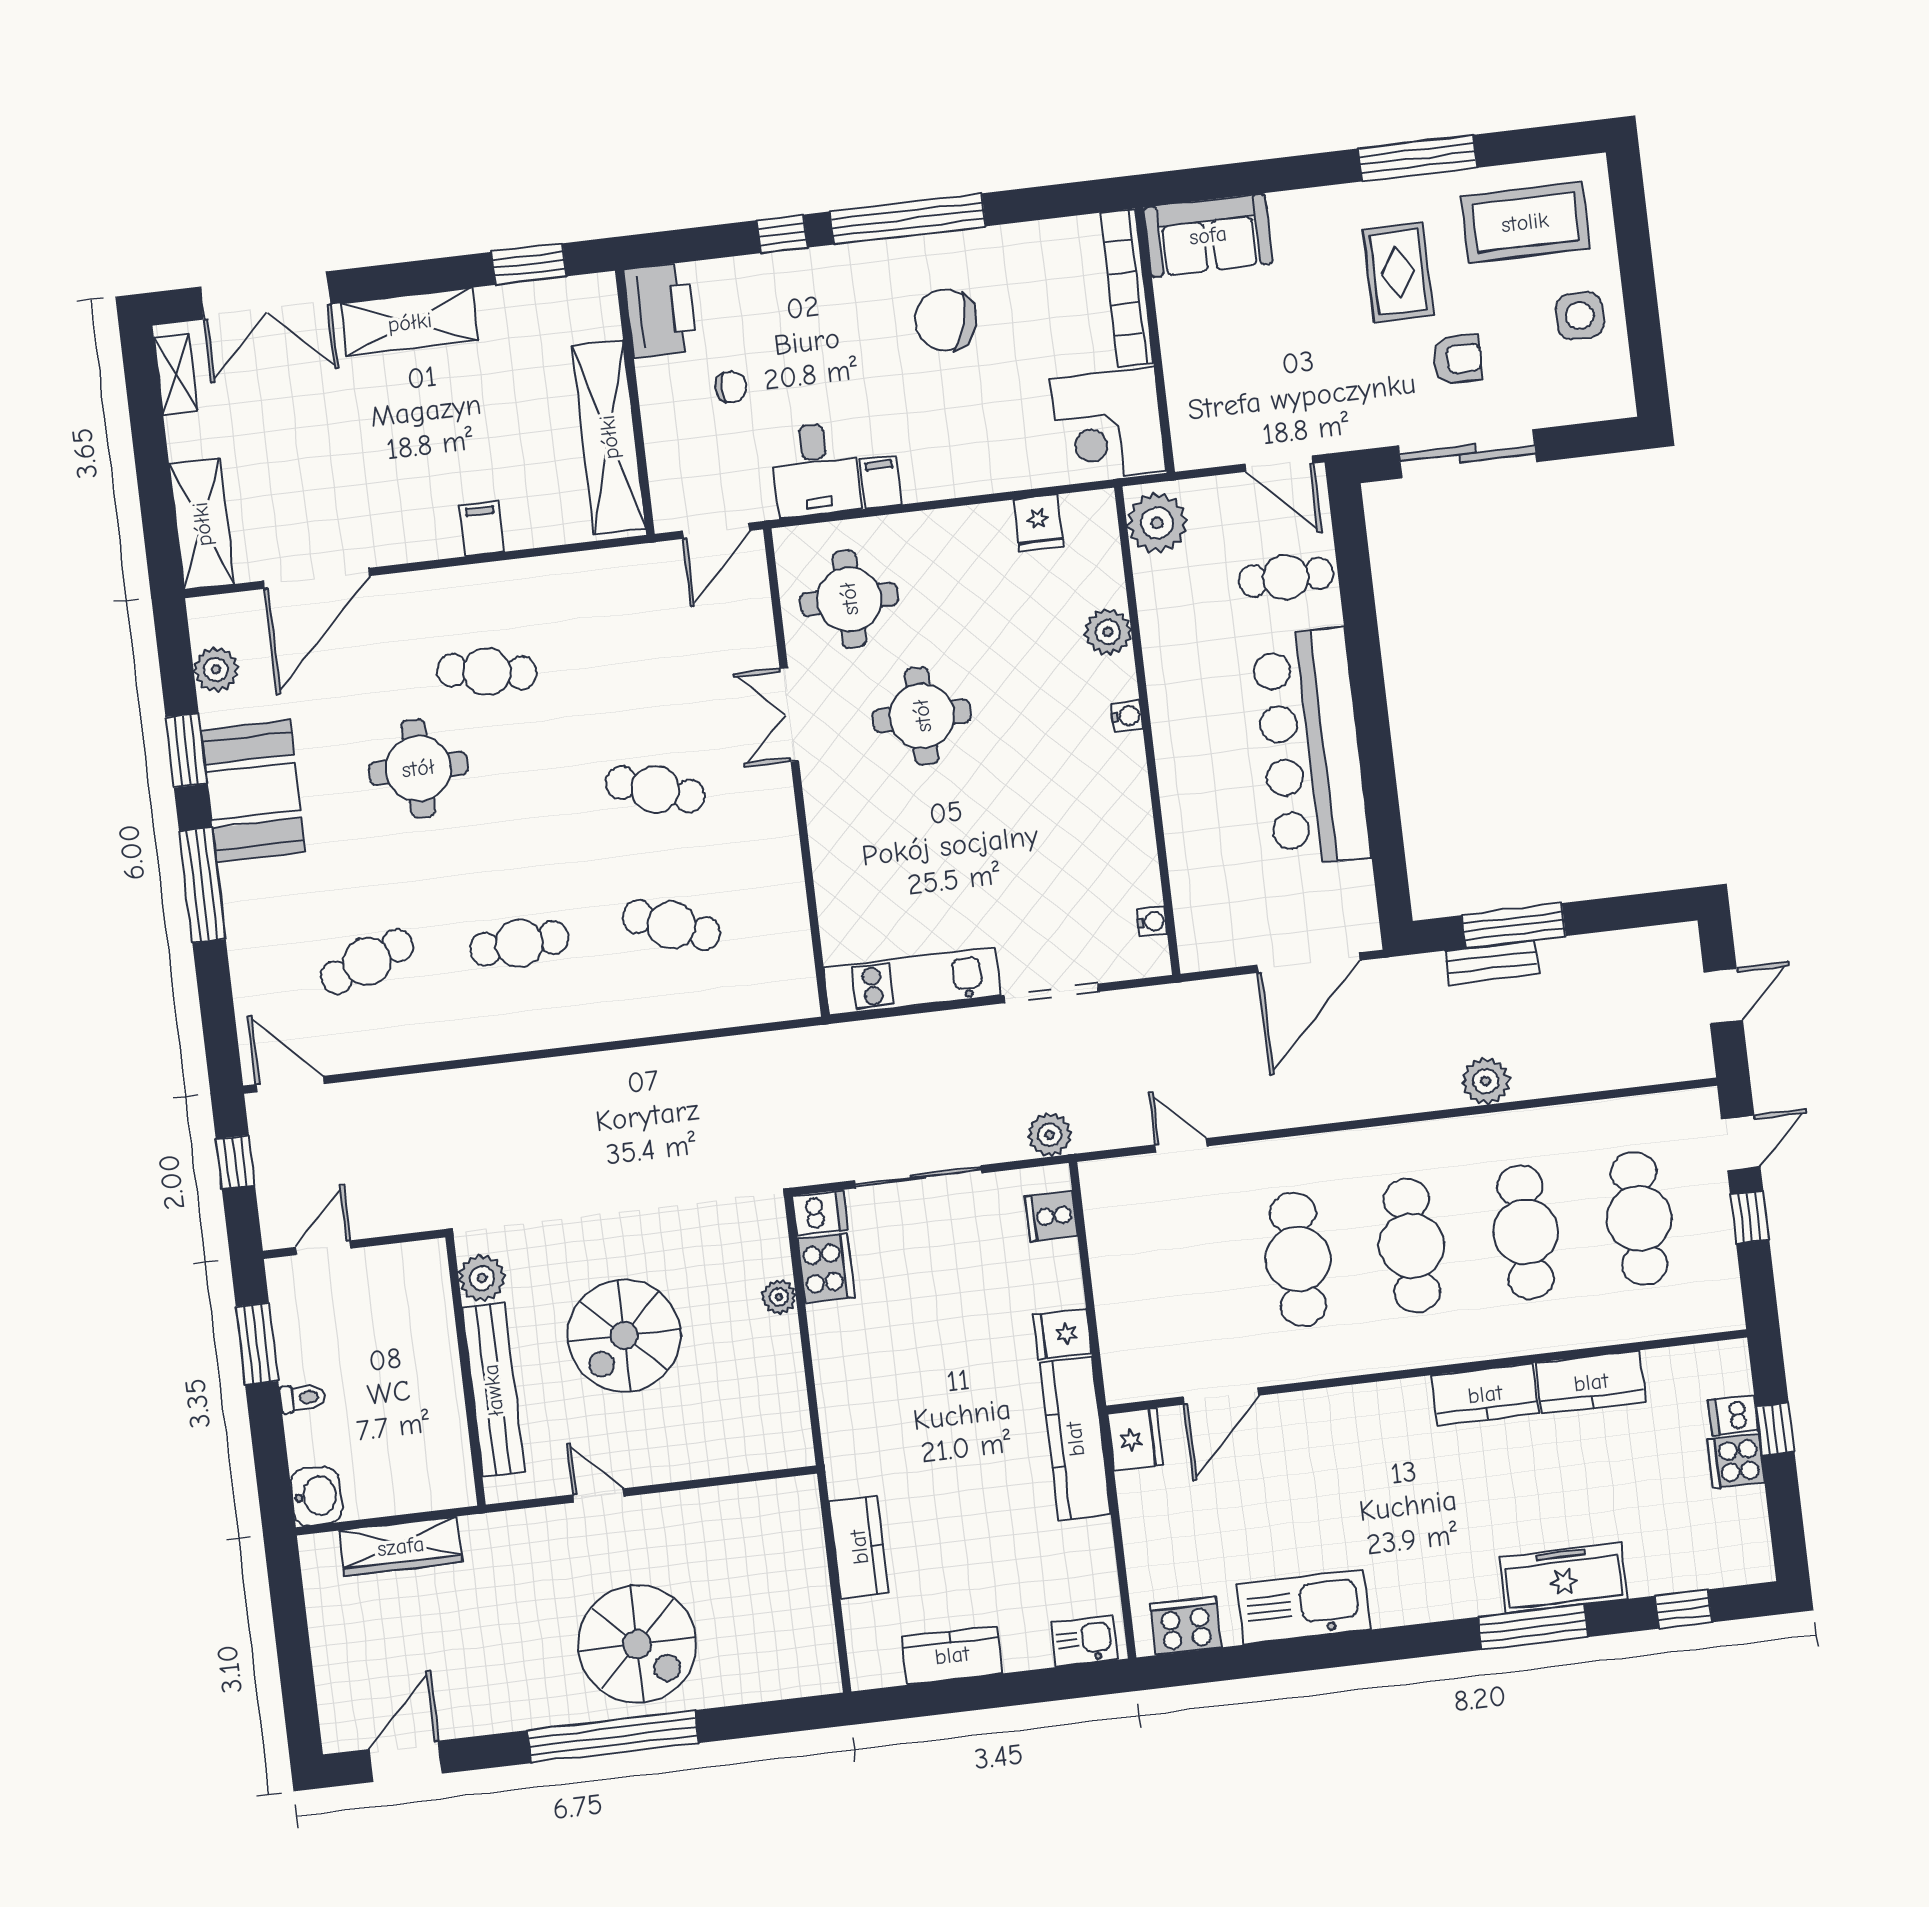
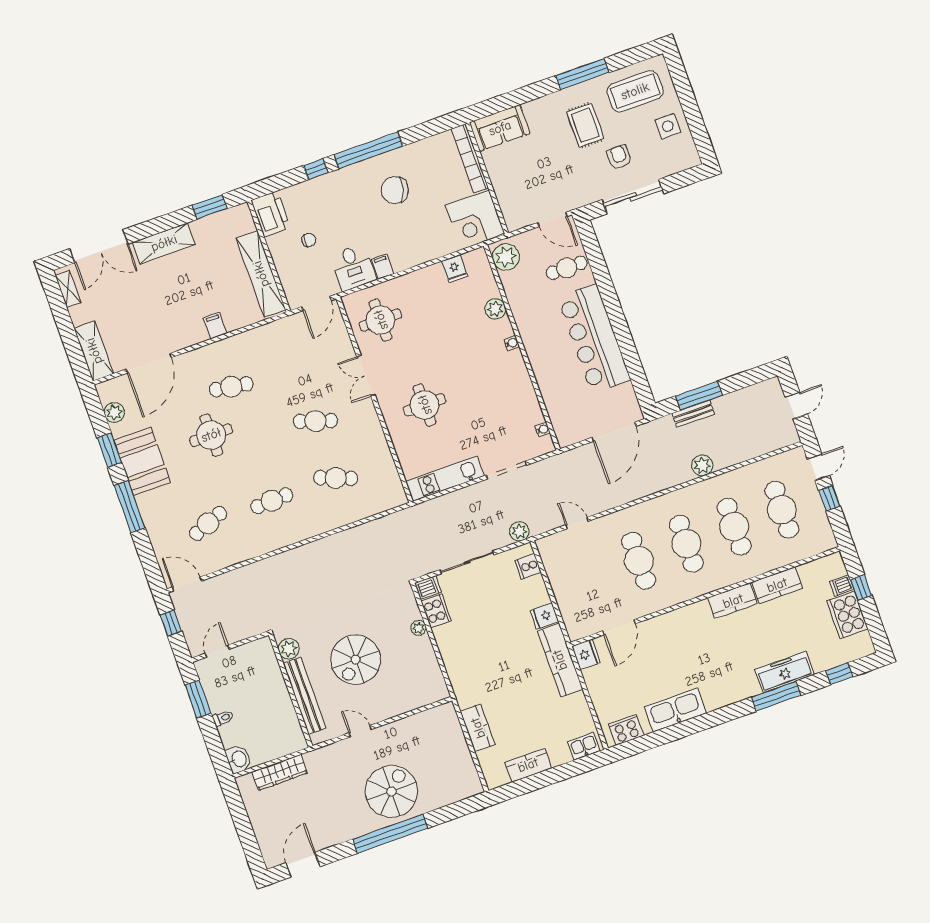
armchair: (1457, 359) -> (619, 157), turned -90
round table: (922, 716) -> (425, 405), moved
cooker: (1736, 1461) -> (847, 615), width x1.87, depth x1.31
spiral stairs: (637, 1644) -> (391, 791), turned -90

